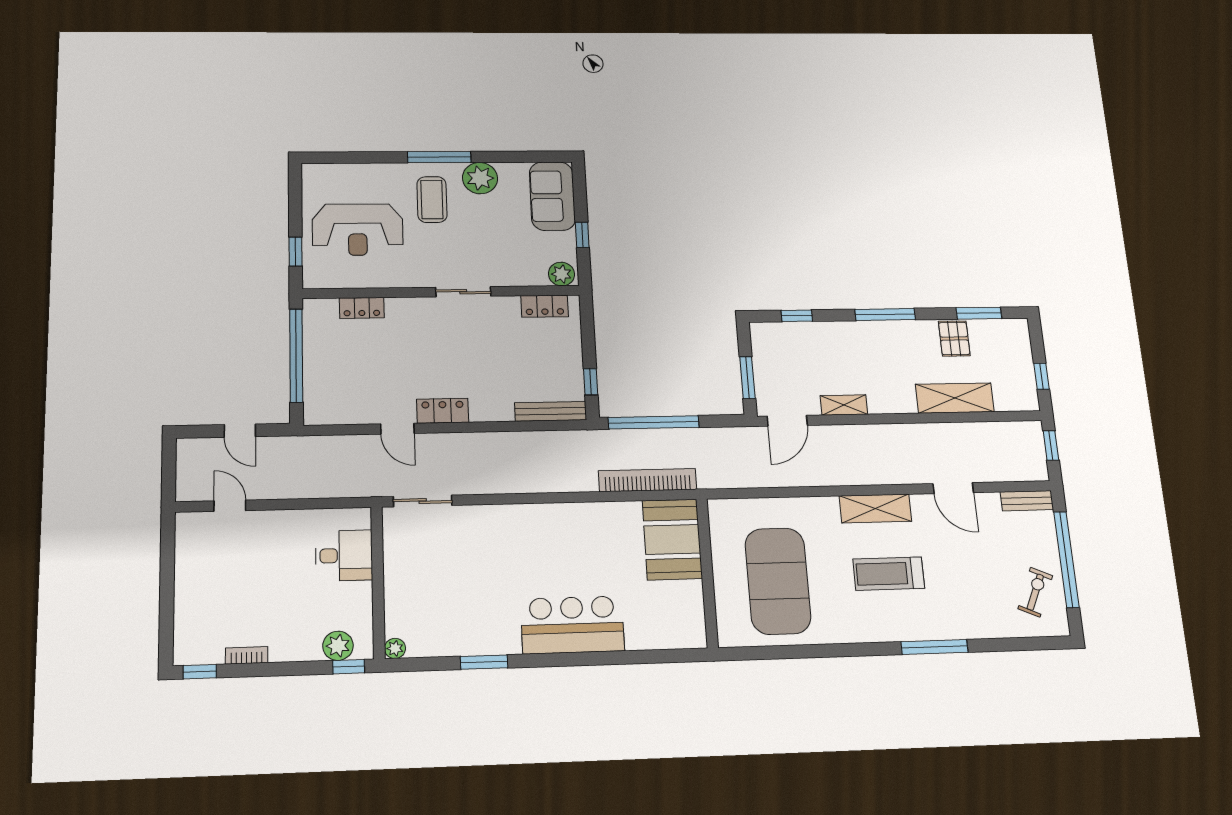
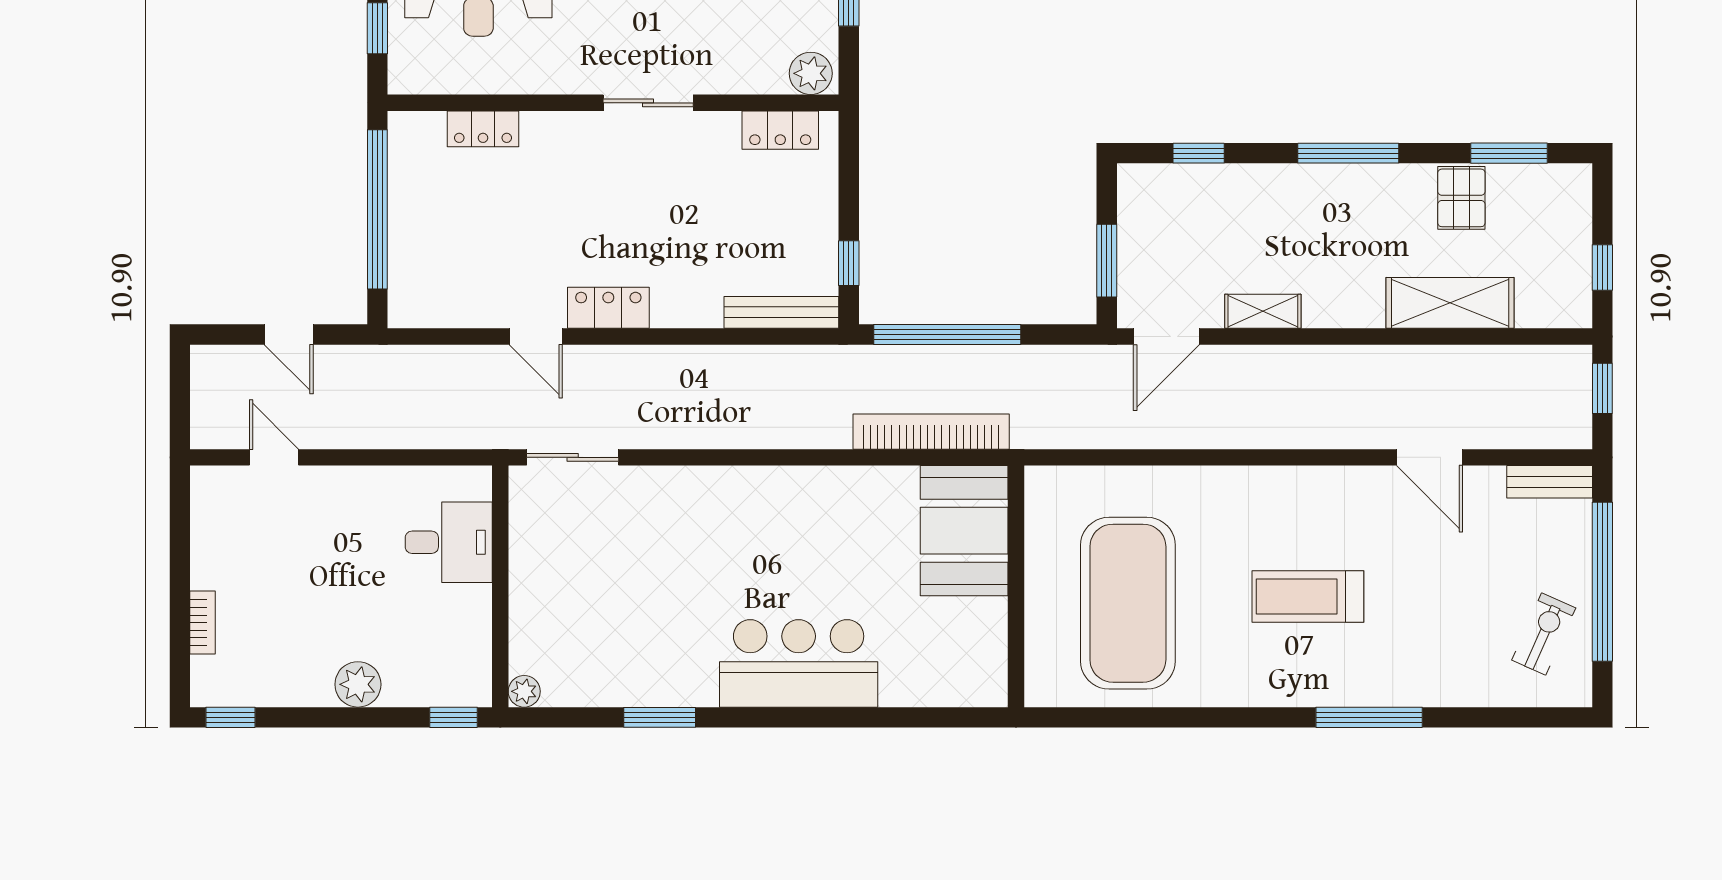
shelving: (875, 509) -> (1297, 488), removed
plant: (338, 646) -> (358, 684), moved
bookcase: (247, 655) -> (203, 623), moved, turned 90

